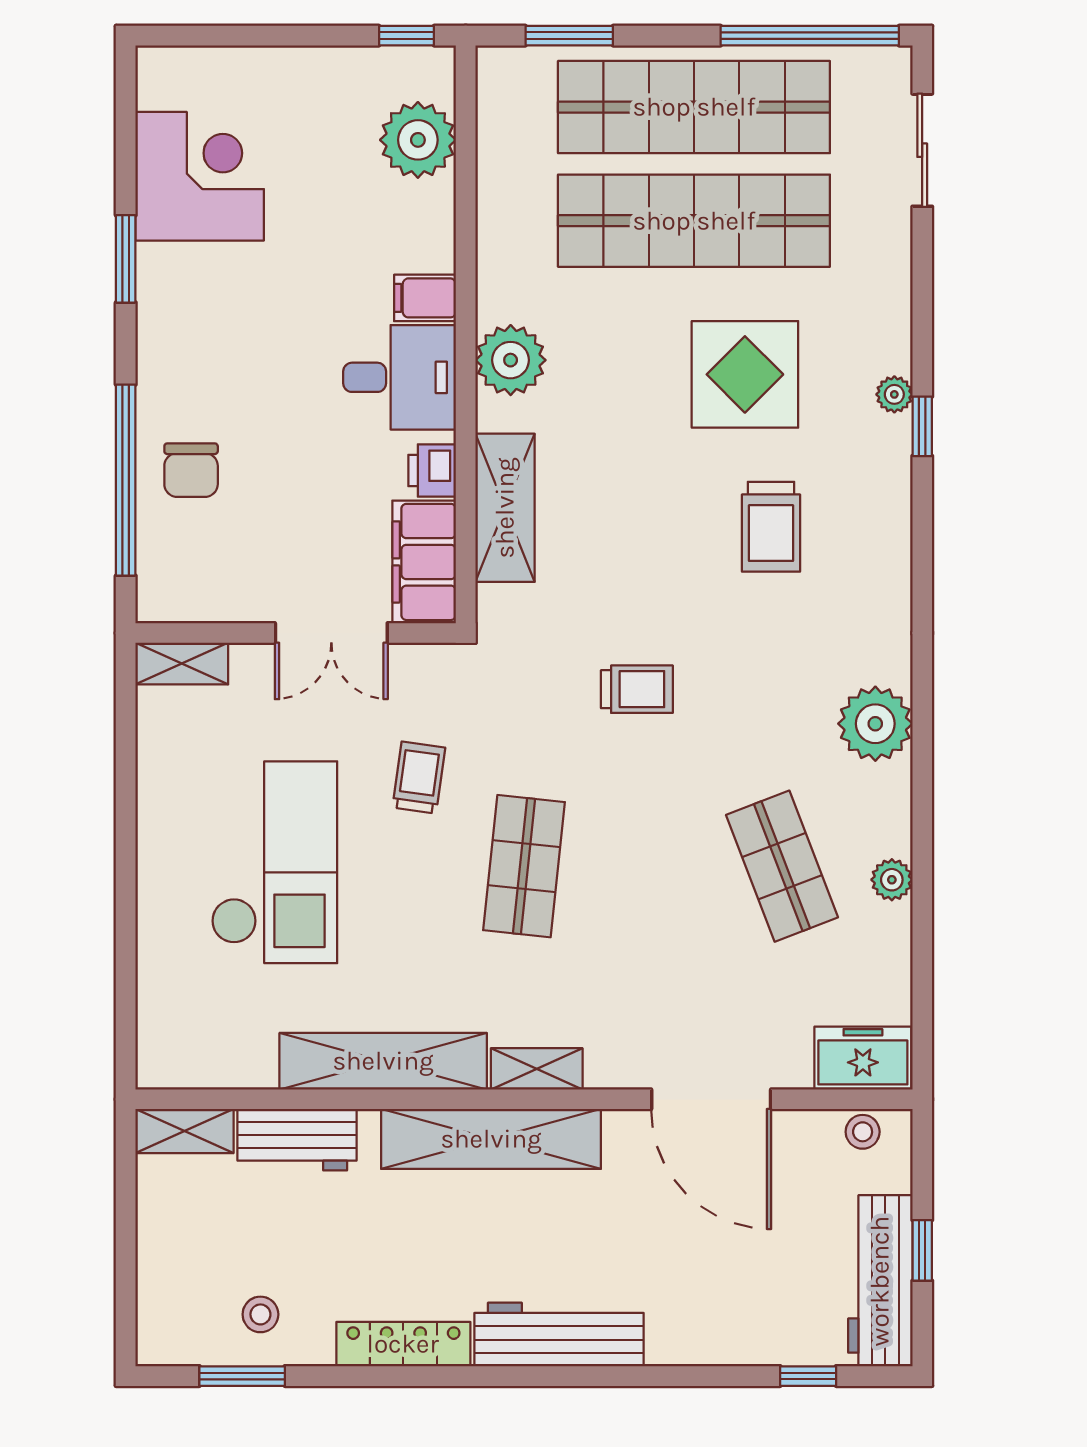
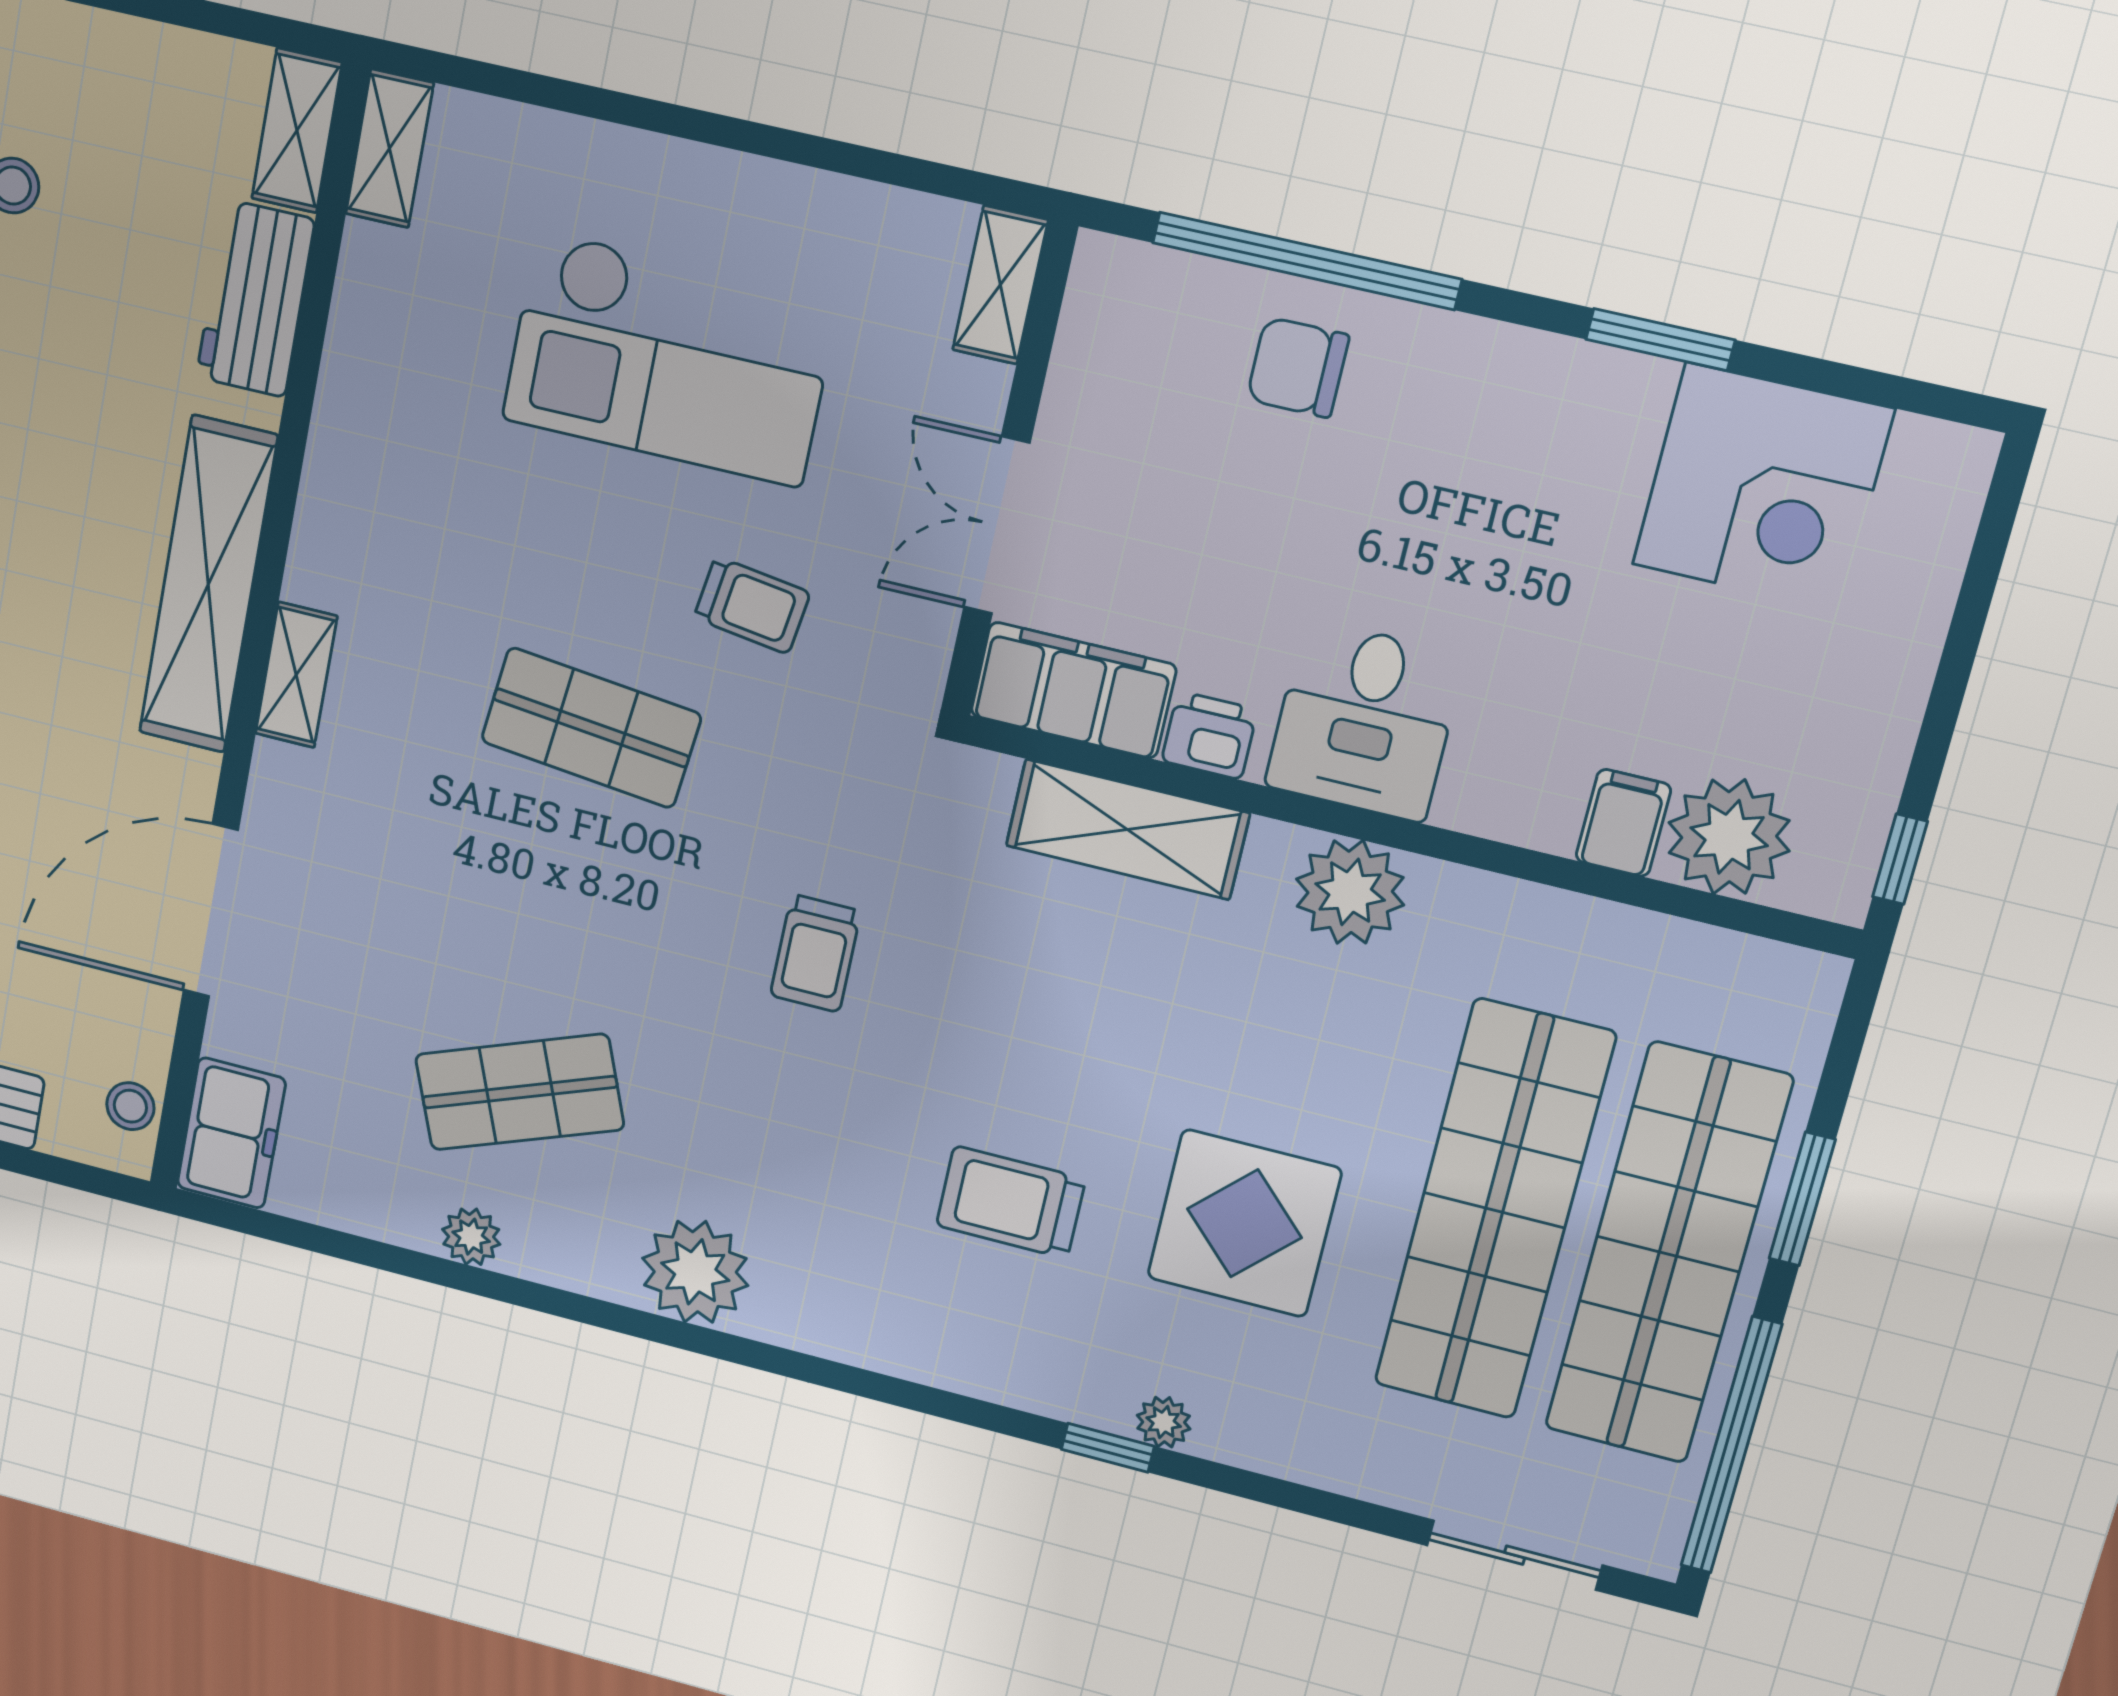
window: (569, 36) -> (1802, 1199), moved
filing cabinet: (425, 298) -> (1623, 823), moved
shelving: (383, 1061) -> (390, 148), moved, width x0.45, depth x0.75

